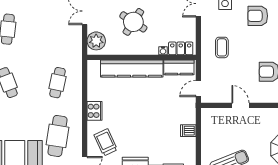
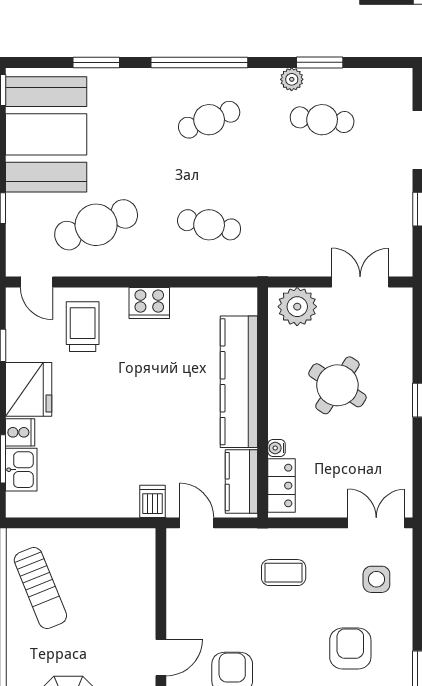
door: (240, 105) -> (161, 658), moved
dishwasher: (188, 131) -> (153, 501), moved
cafe table: (58, 136) -> (96, 225), turned -30
trolley: (106, 142) -> (83, 327), turned -65

